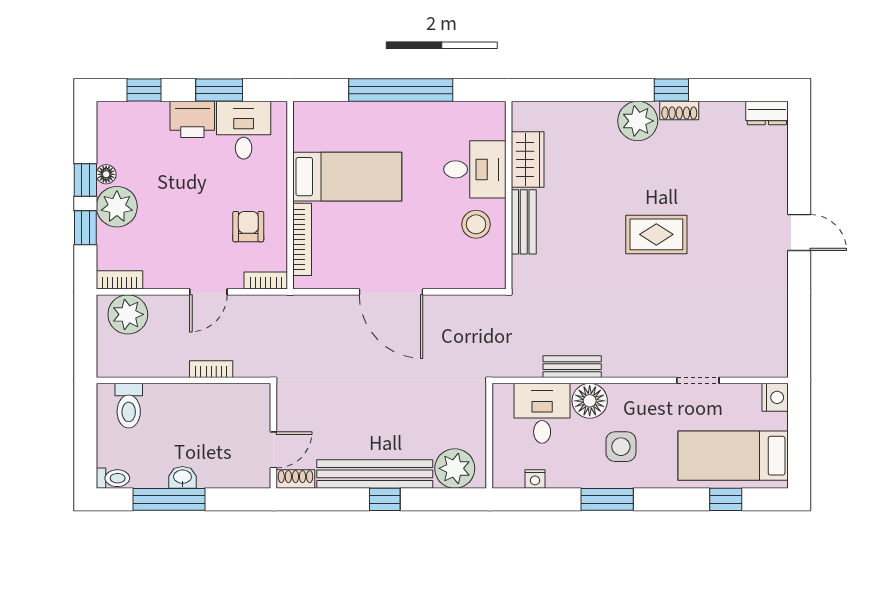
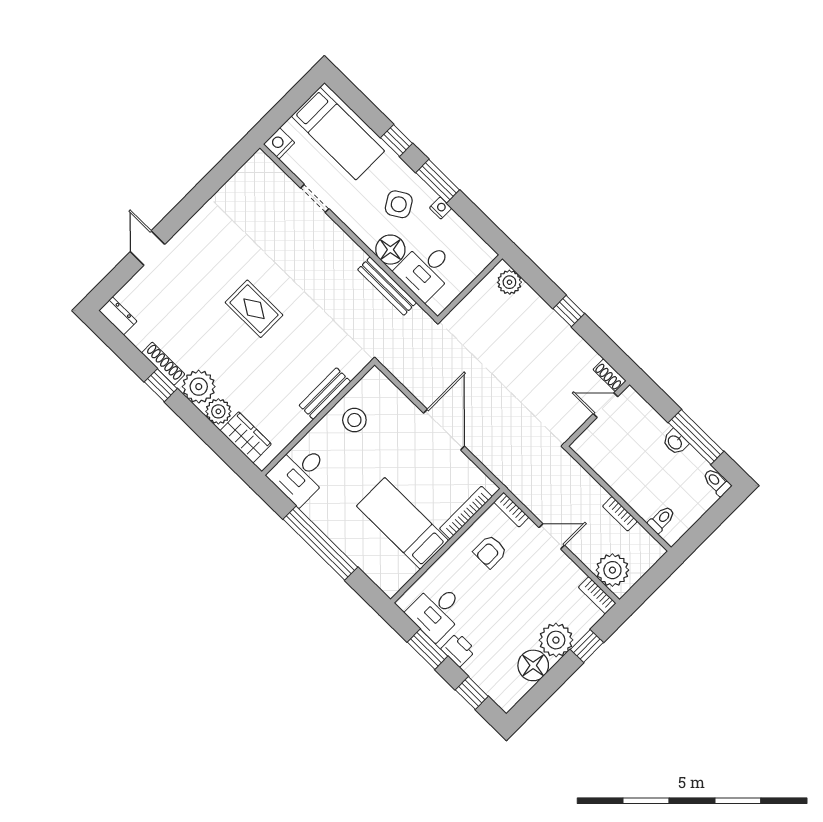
shoe rack: (679, 110) -> (163, 364), width x1.43
plant: (600, 116) -> (218, 411), added
printer: (192, 119) -> (458, 650), width x0.73, depth x0.81
wardrobe: (528, 160) -> (246, 437), moved, turned 90
desk: (475, 169) -> (300, 474), moved, turned -90
floor lamp: (106, 174) -> (533, 665), width x1.89, depth x1.89
window: (85, 180) -> (559, 674), removed
door: (799, 232) -> (148, 248), moved
bench: (572, 367) -> (387, 286), width x1.36
bookcase: (211, 369) -> (620, 514), moved
toilet: (129, 406) -> (661, 519), width x0.73, depth x0.72
side table: (621, 447) -> (399, 204), turned -31
plant: (455, 468) -> (509, 282), width x0.73, depth x0.73
bench: (375, 474) -> (560, 332), removed
nightstand: (535, 479) -> (441, 208), moved
window: (726, 499) -> (397, 141), moved

